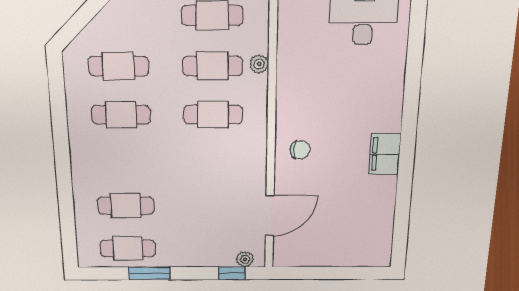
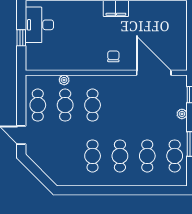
cafe table: (119, 66) -> (120, 156), moved
door: (270, 216) -> (154, 73), width x1.36
plant: (245, 259) -> (182, 114), moved

